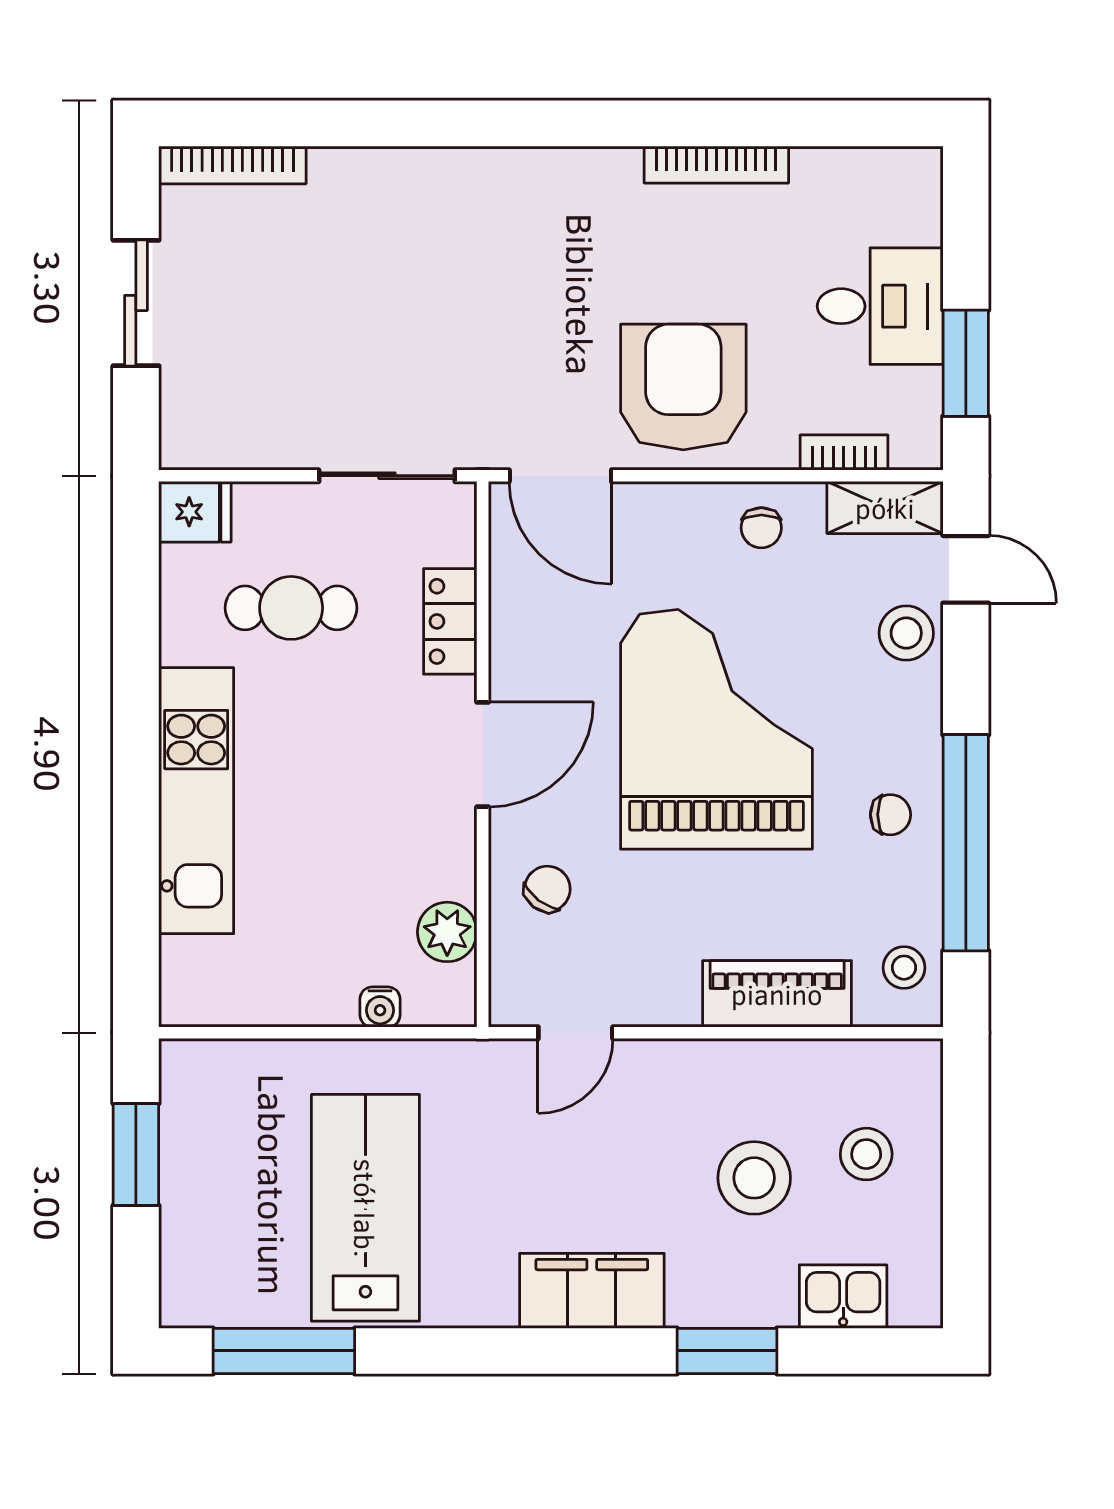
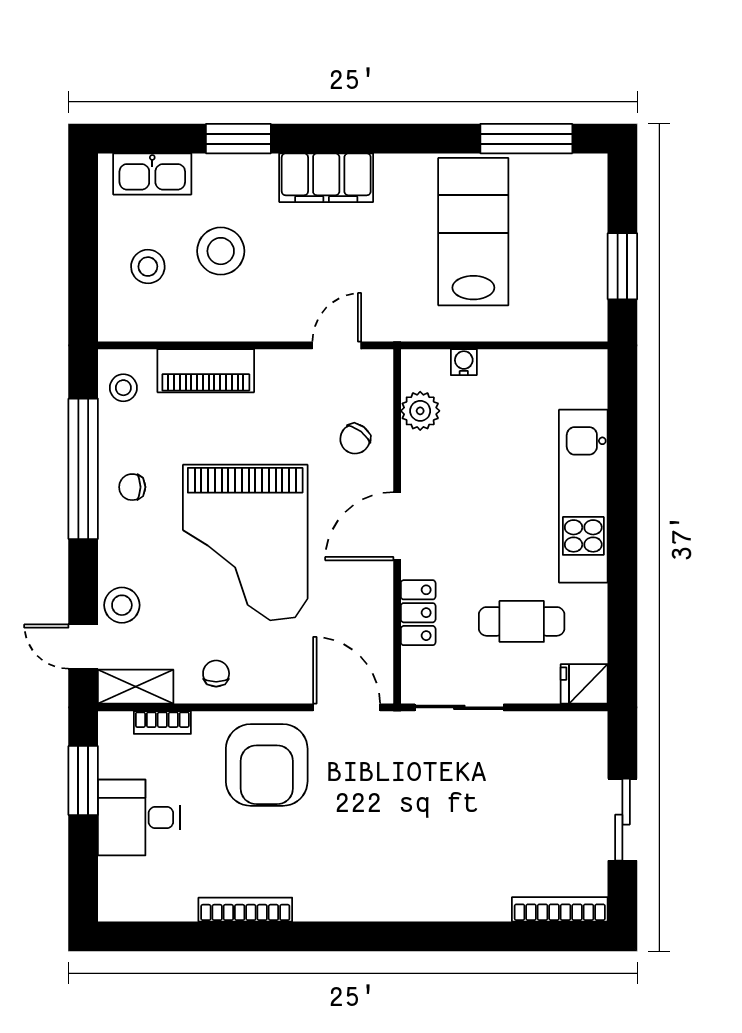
lab bench: (365, 1208) -> (473, 232), turned 180
kitchen sink: (843, 1297) -> (152, 174), width x1.38

